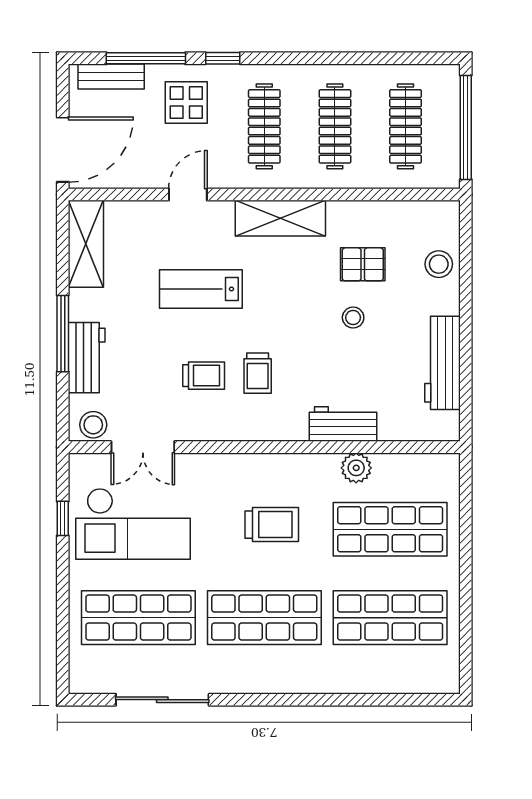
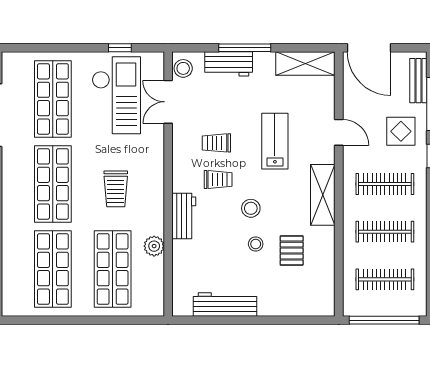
stool: (439, 264) -> (251, 208), moved
trolley: (258, 373) -> (218, 179), turned 180
trolley: (204, 376) -> (216, 143), turned 90
workbench: (343, 424) -> (184, 216), moved
checkout: (133, 524) -> (116, 95), turned 180

